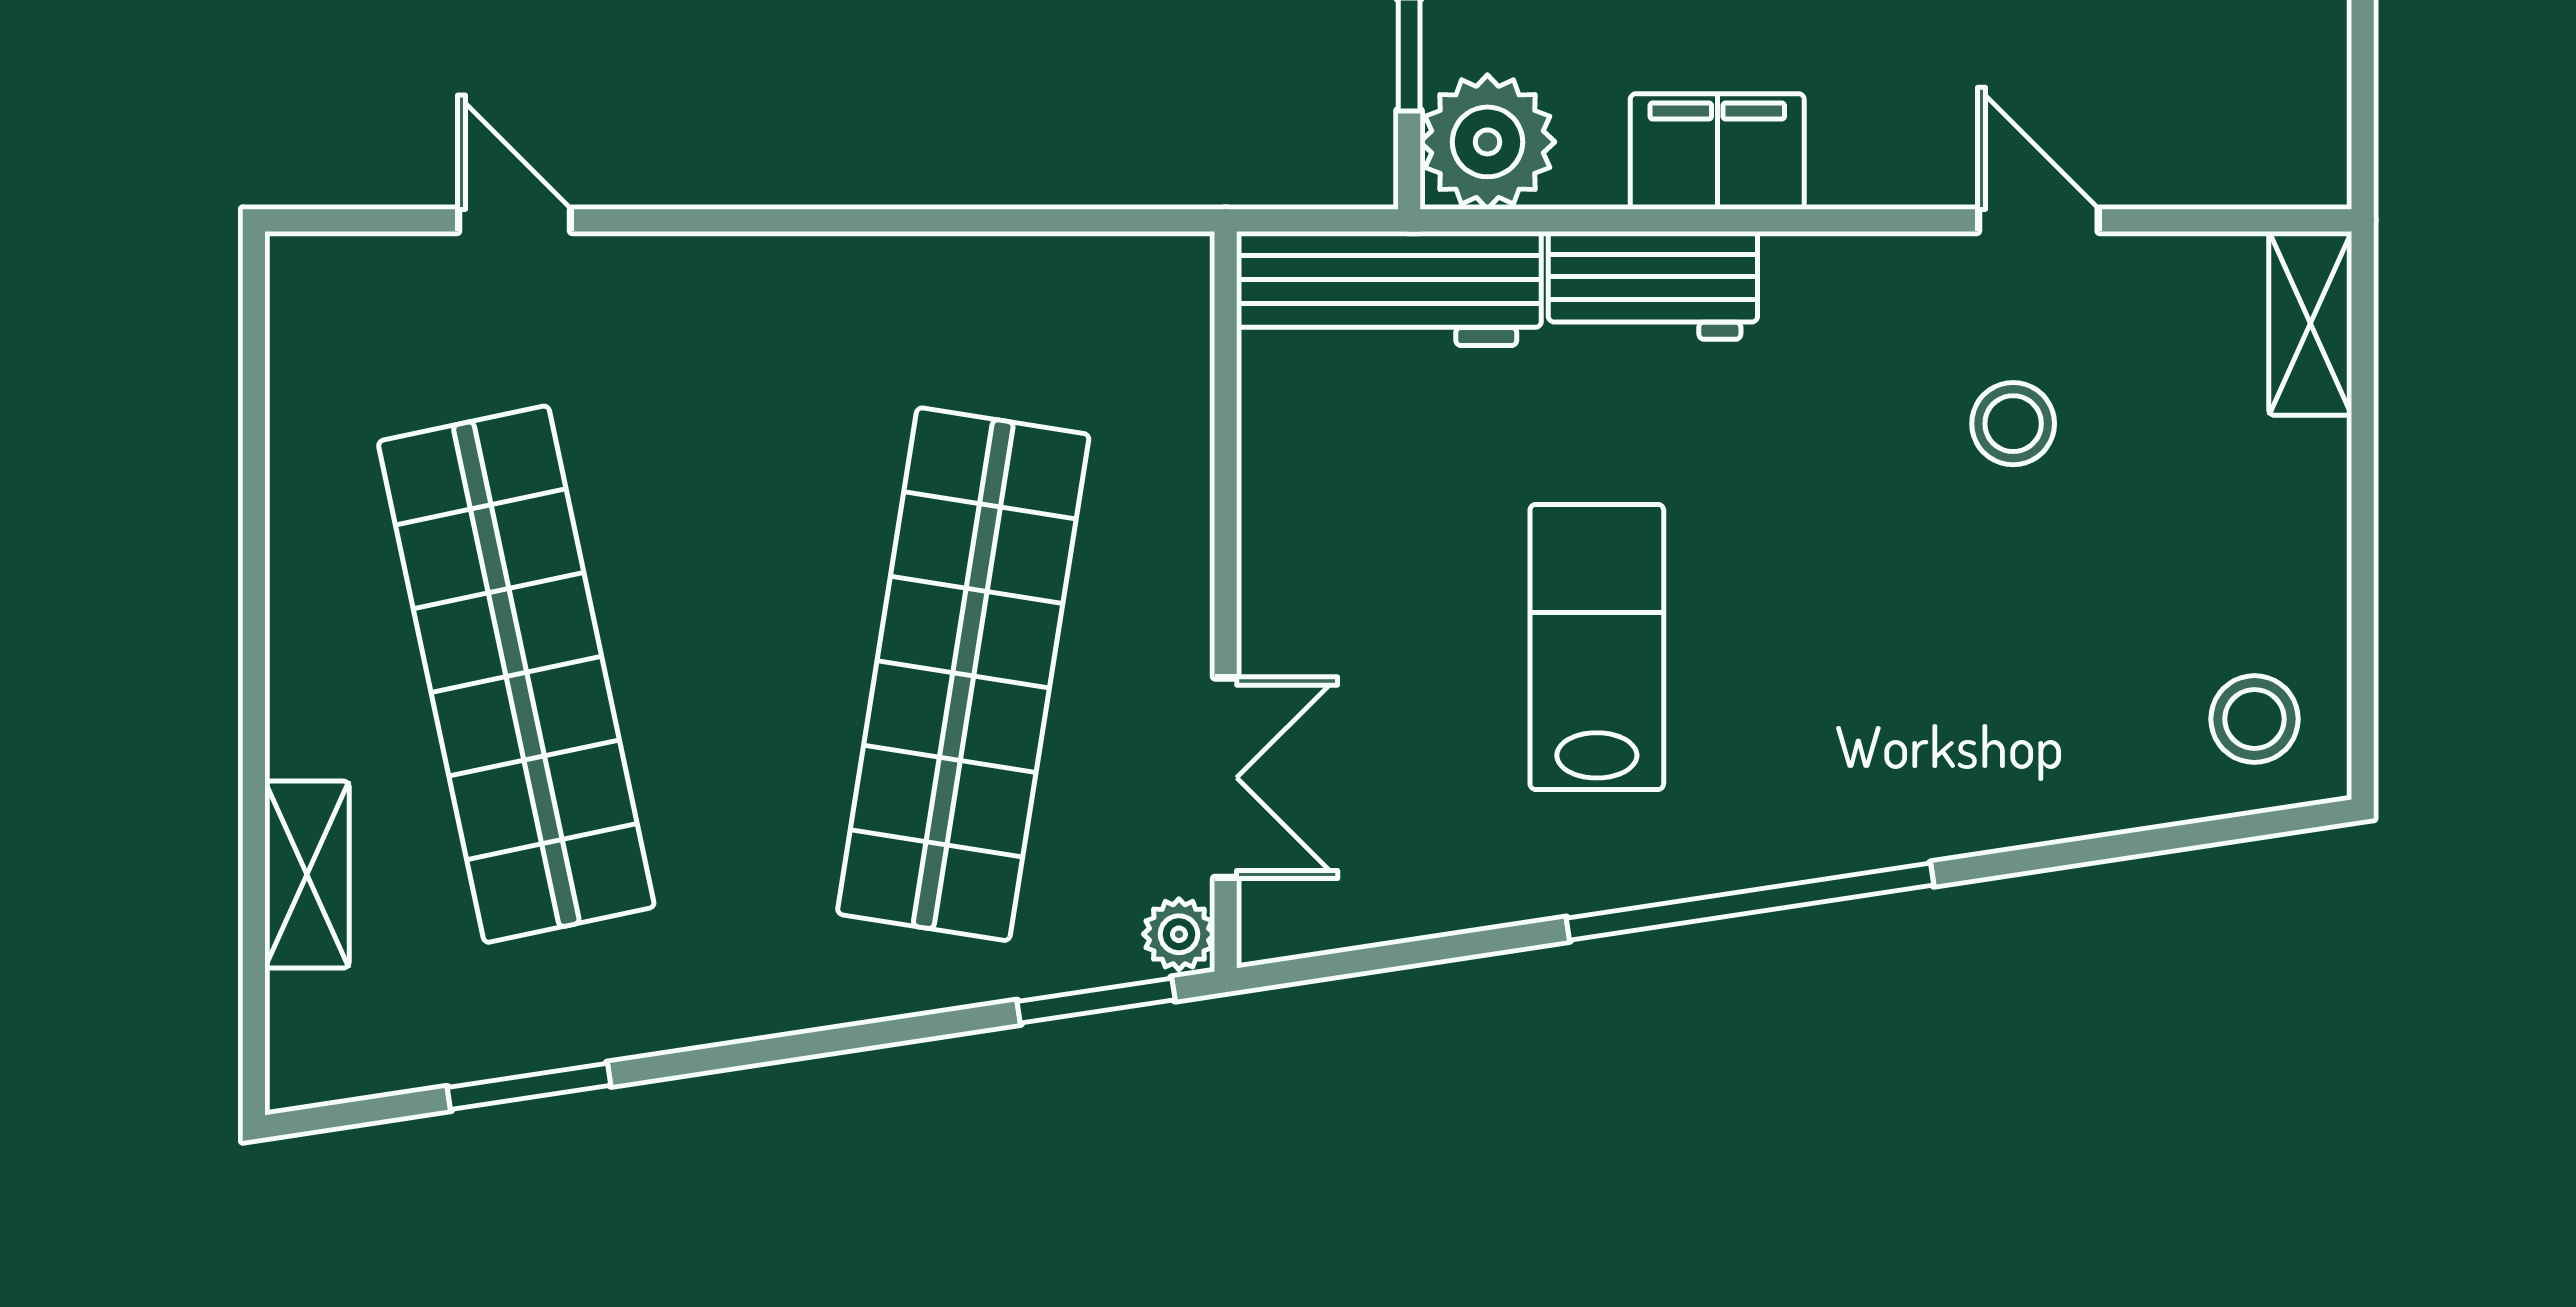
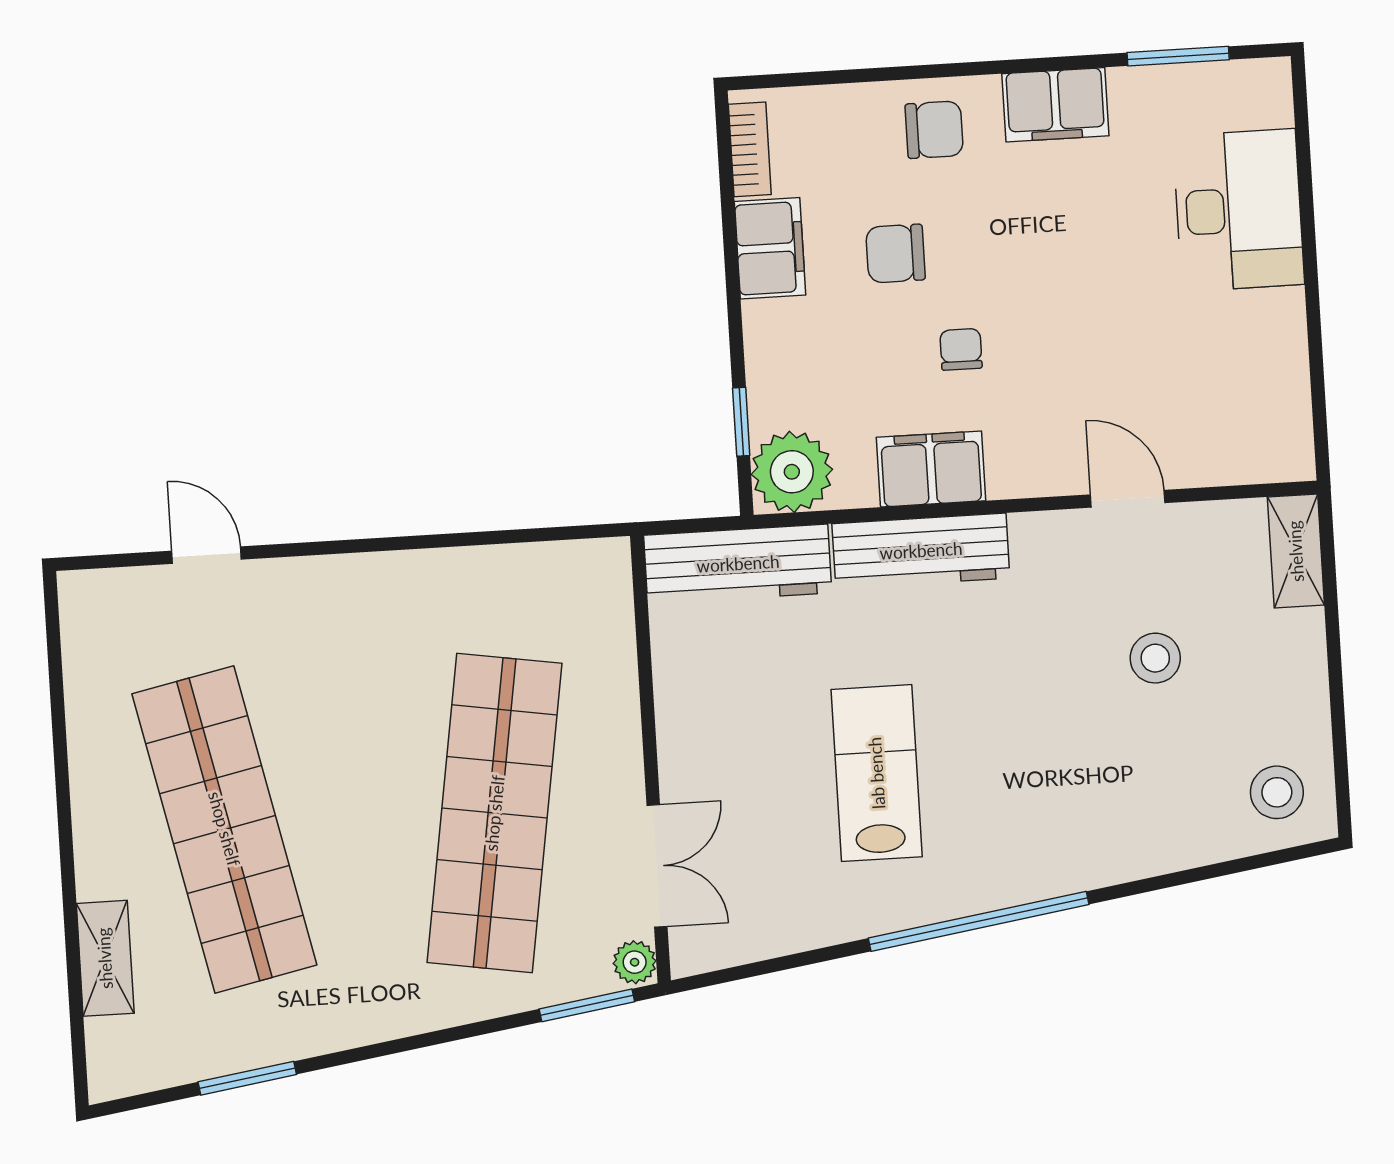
workbench: (1653, 285) -> (921, 551), width x1.38
stool: (2013, 424) -> (1155, 658), moved

